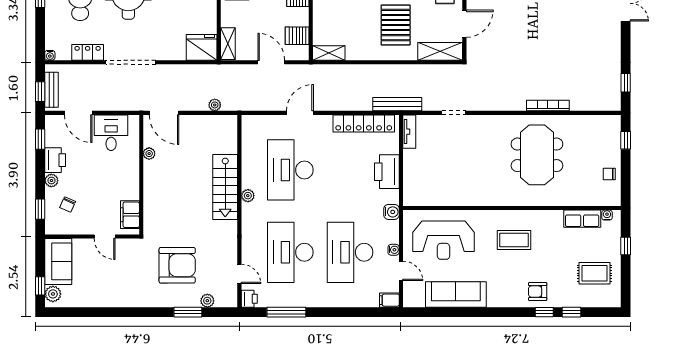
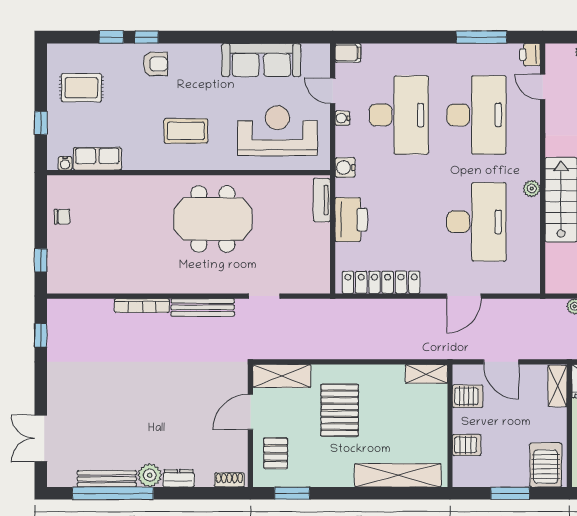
bench: (397, 104) -> (203, 307), moved
tv unit: (409, 132) -> (322, 200), moved
meeting table: (537, 155) -> (213, 219), moved, turned 90

